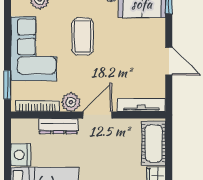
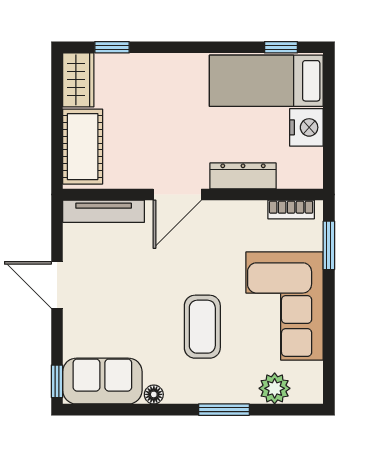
plant: (71, 102) -> (222, 216), removed
bookcase: (38, 106) -> (291, 209), width x0.64

